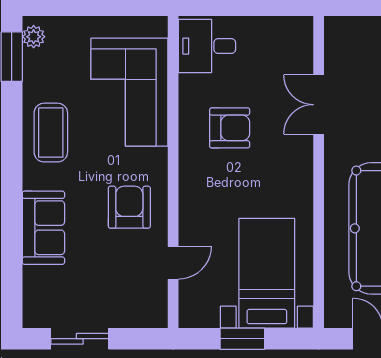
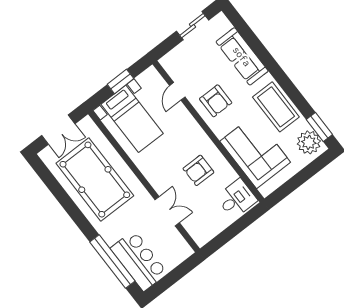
plant: (34, 37) -> (309, 142), width x1.88, depth x1.88
coffee table: (51, 133) -> (276, 107), width x1.36, depth x1.32
sofa: (43, 228) -> (242, 56), width x1.36

